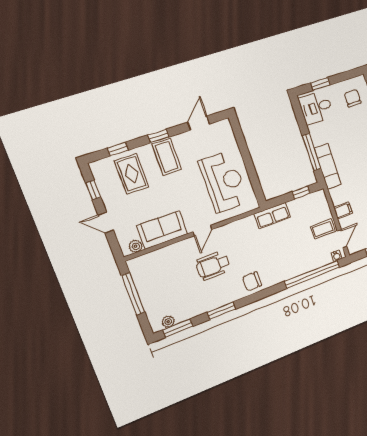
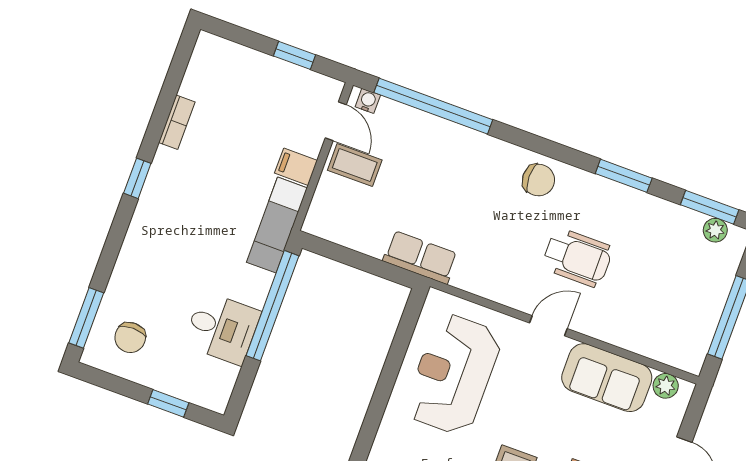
desk: (316, 108) -> (222, 328), moved
window: (312, 152) -> (272, 306), width x1.46
exam couch: (328, 166) -> (277, 225), moved
window: (301, 193) -> (343, 255), removed
door: (342, 239) -> (336, 121), swing flipped

